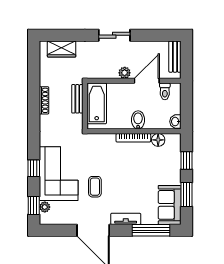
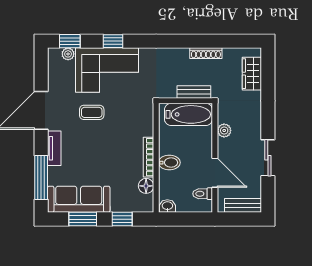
sliding door: (114, 35) -> (268, 158), moved
plant: (125, 73) -> (224, 130), moved
shoe rack: (44, 100) -> (206, 53), moved
sofa: (170, 205) -> (79, 199), width x1.36

